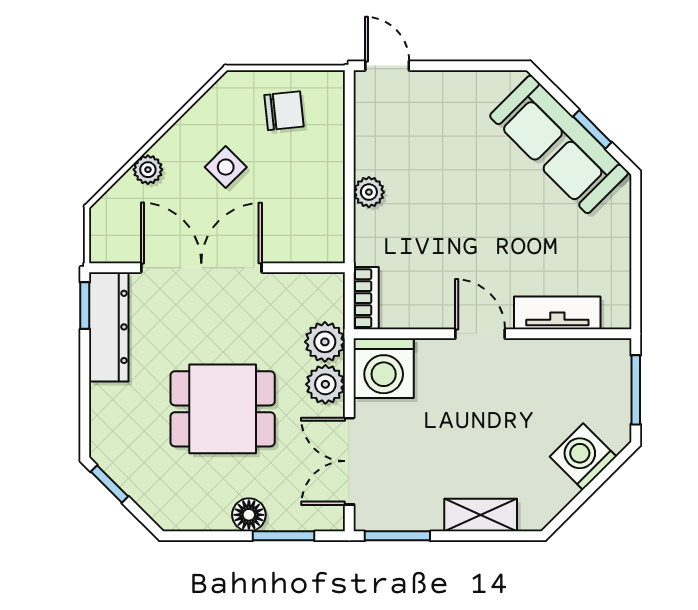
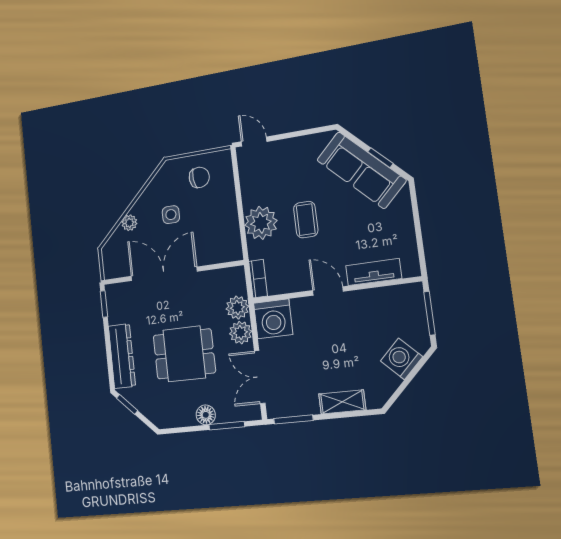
side table: (226, 167) -> (171, 215), turned 45
plant: (369, 192) -> (261, 223), width x1.87, depth x1.87
coffee table: (458, 212) -> (306, 220), added
dresser: (109, 327) -> (122, 356), moved

